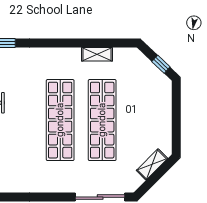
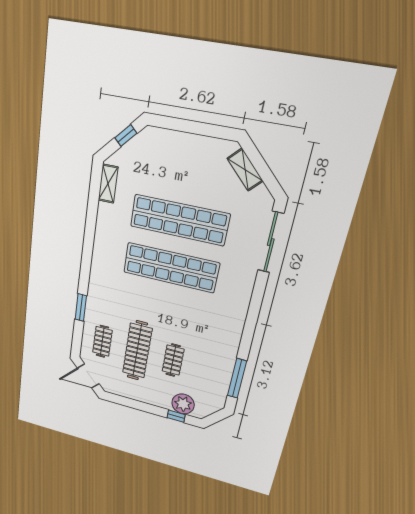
shelving: (97, 54) -> (108, 184), moved

